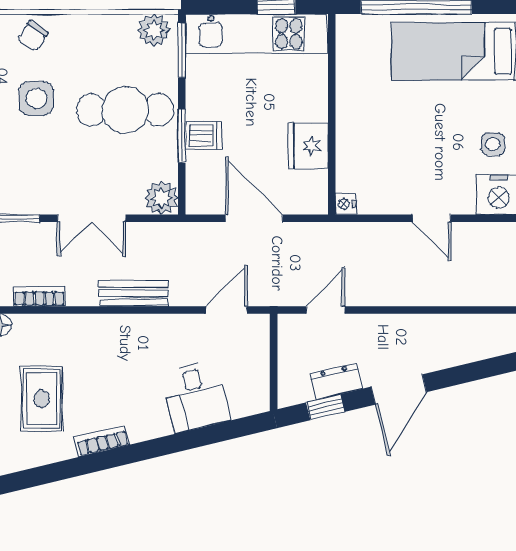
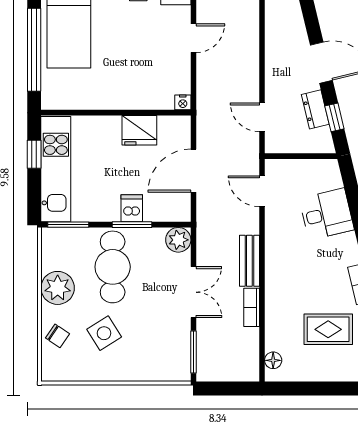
plant: (154, 30) -> (58, 288), moved, width x1.36, depth x1.36
side table: (36, 98) -> (104, 333), turned -32
bookcase: (39, 296) -> (252, 307), moved

